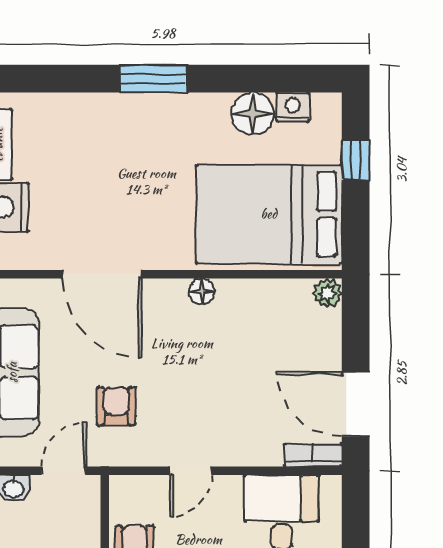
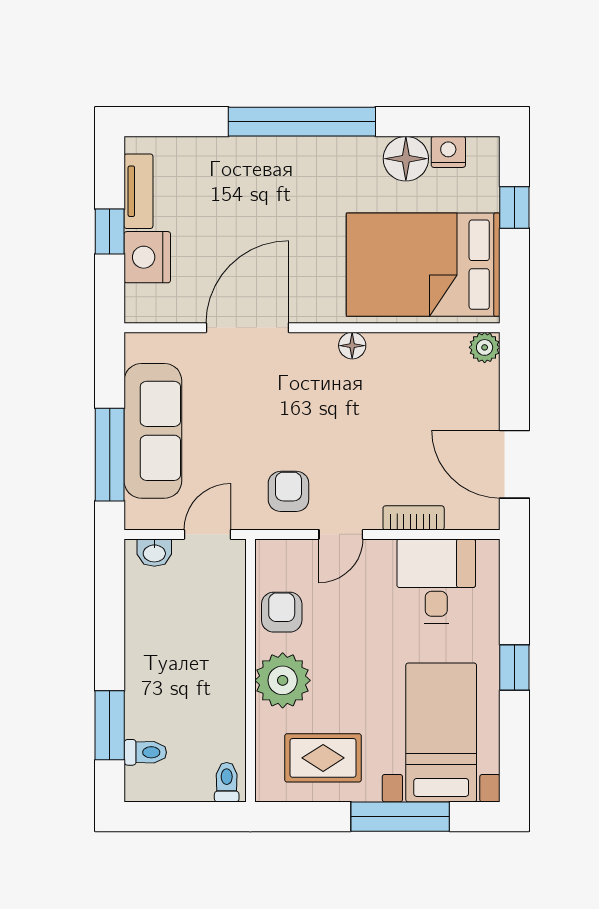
window: (154, 79) -> (302, 122), width x2.11
door: (102, 274) -> (247, 328), swing flipped
armchair: (116, 406) -> (288, 491), moved
bookcase: (313, 455) -> (414, 518), moved

